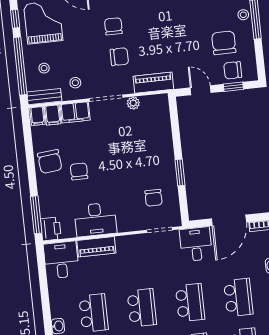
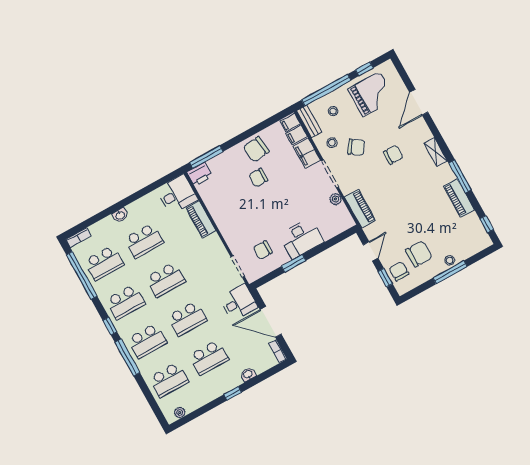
chair: (119, 57) -> (356, 147), moved, turned -55
chair: (79, 171) -> (258, 178), turned 180
desk: (95, 220) -> (301, 238), moved, turned -90

